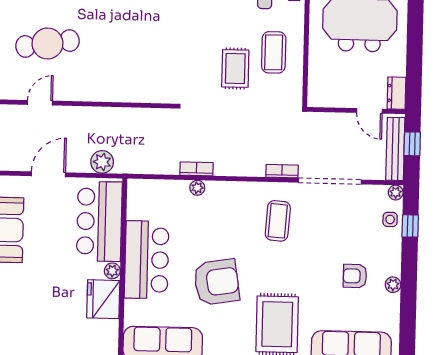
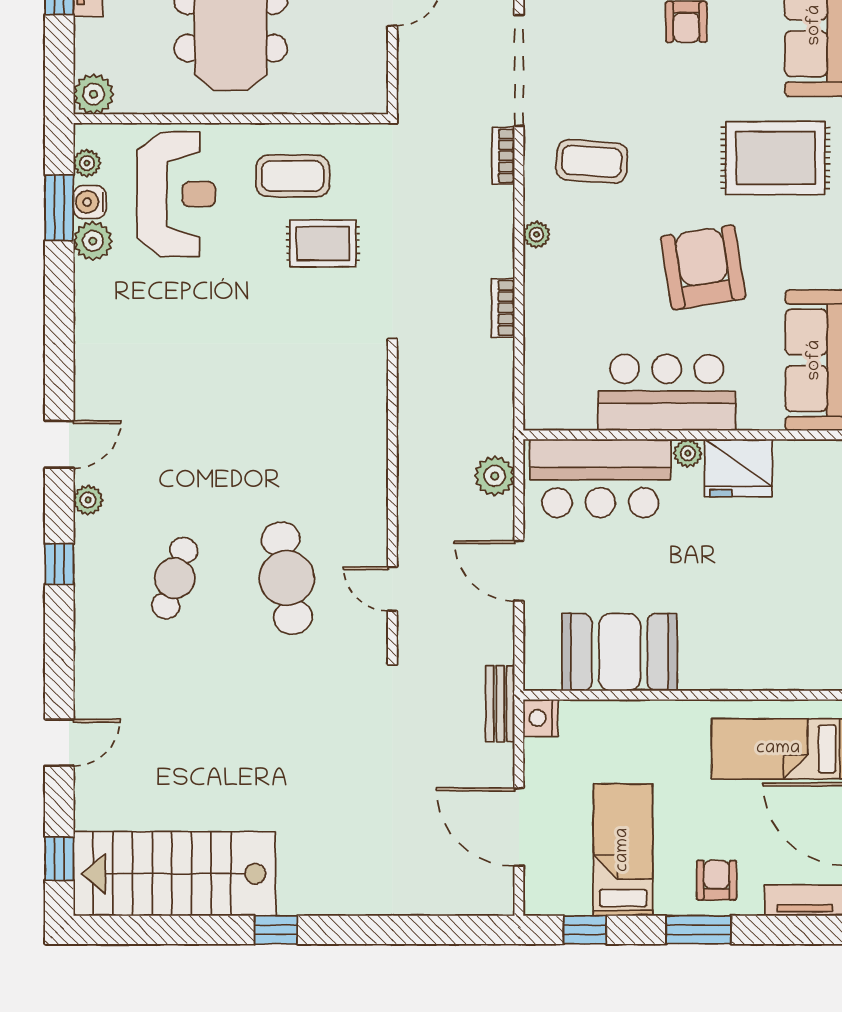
plant: (197, 188) -> (536, 234), moved

